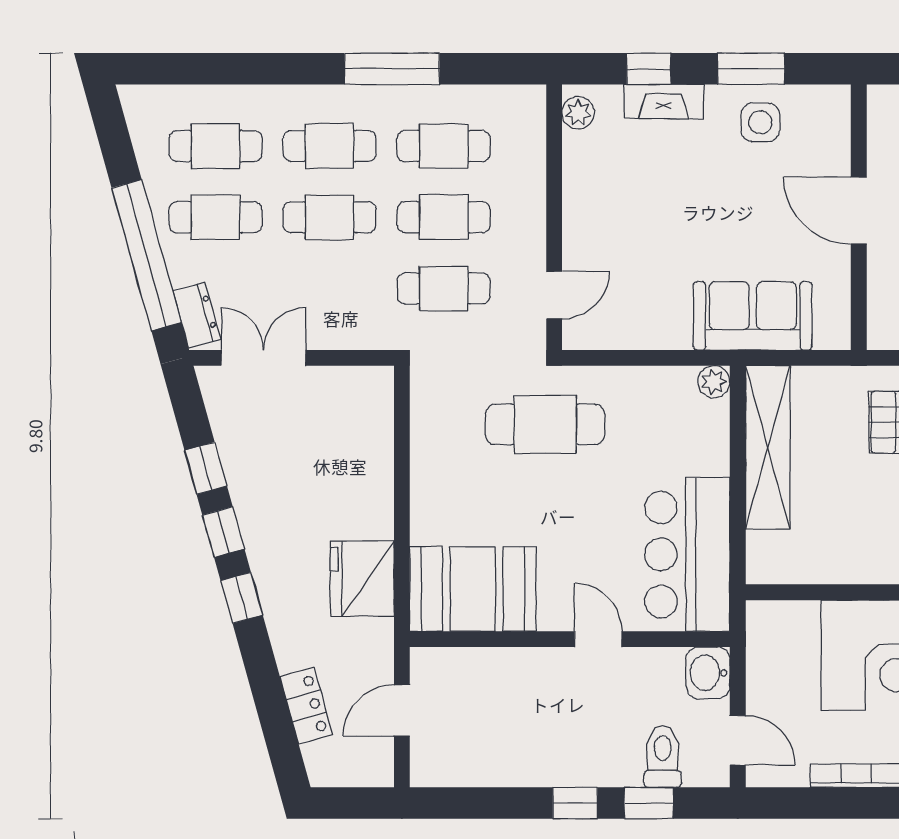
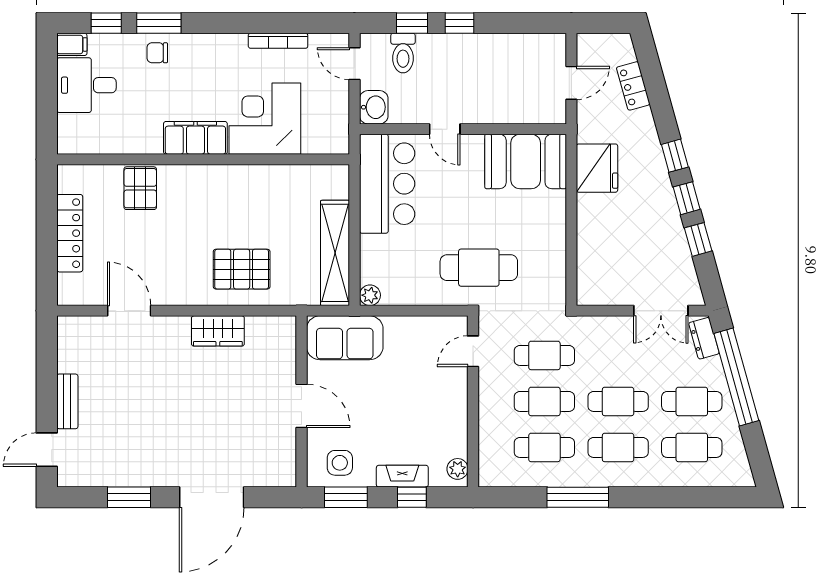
door: (859, 210) -> (302, 406), moved
wall: (859, 217) -> (302, 401), moved

